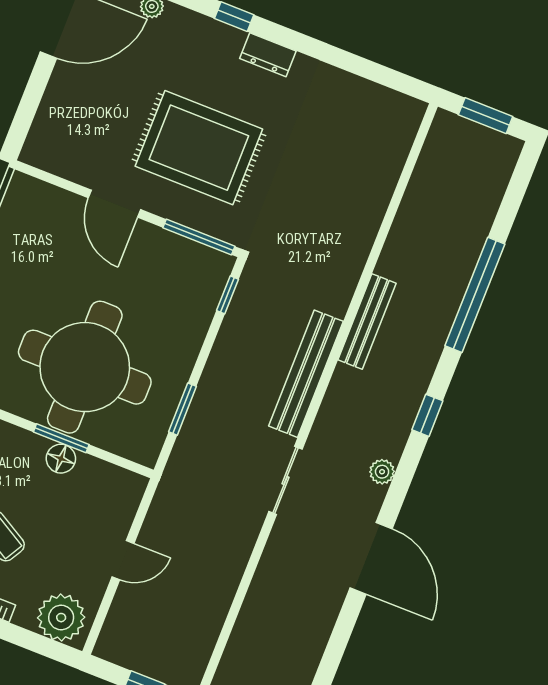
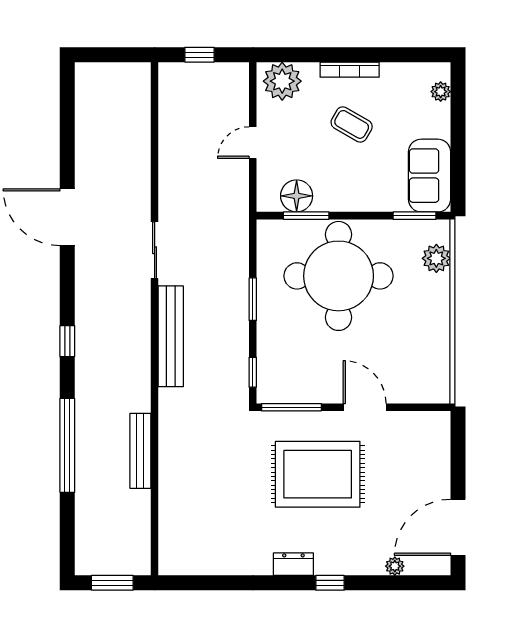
bench: (367, 321) -> (140, 451), moved
window: (183, 409) -> (253, 299), moved
window: (61, 438) -> (306, 216), moved
floor lamp: (61, 459) -> (297, 196), moved, width x1.38, depth x1.38
plant: (382, 472) -> (85, 285), removed

